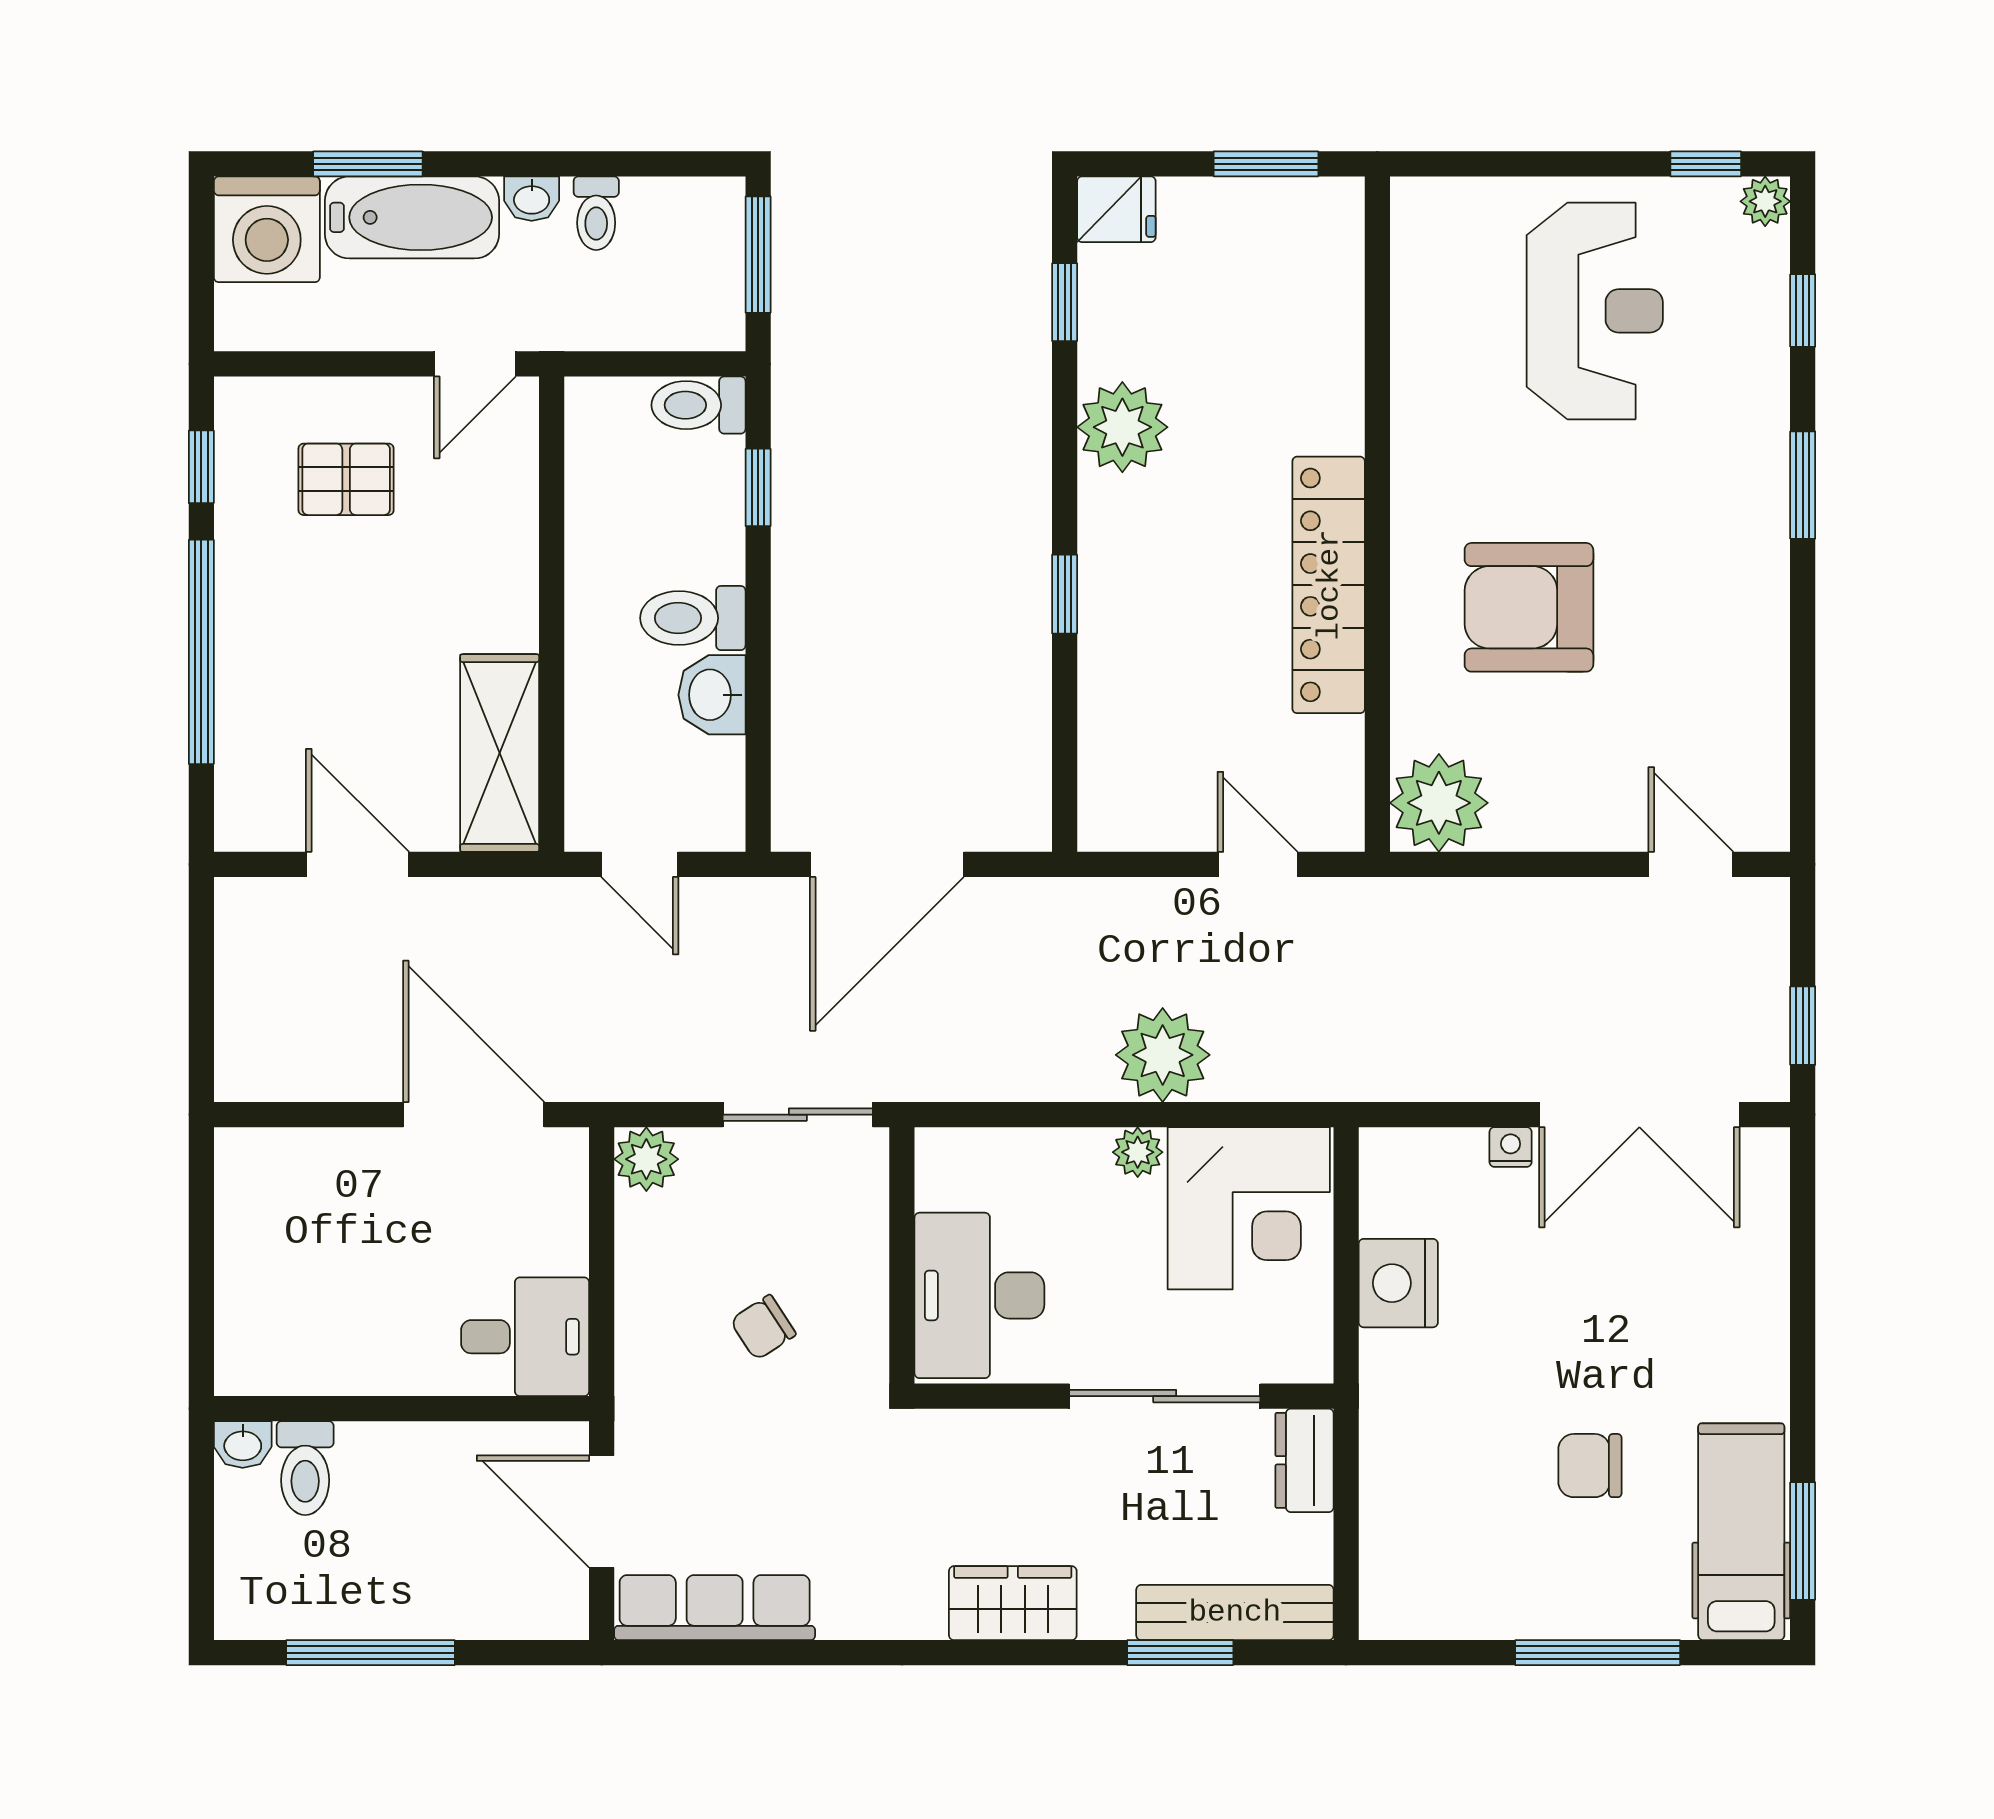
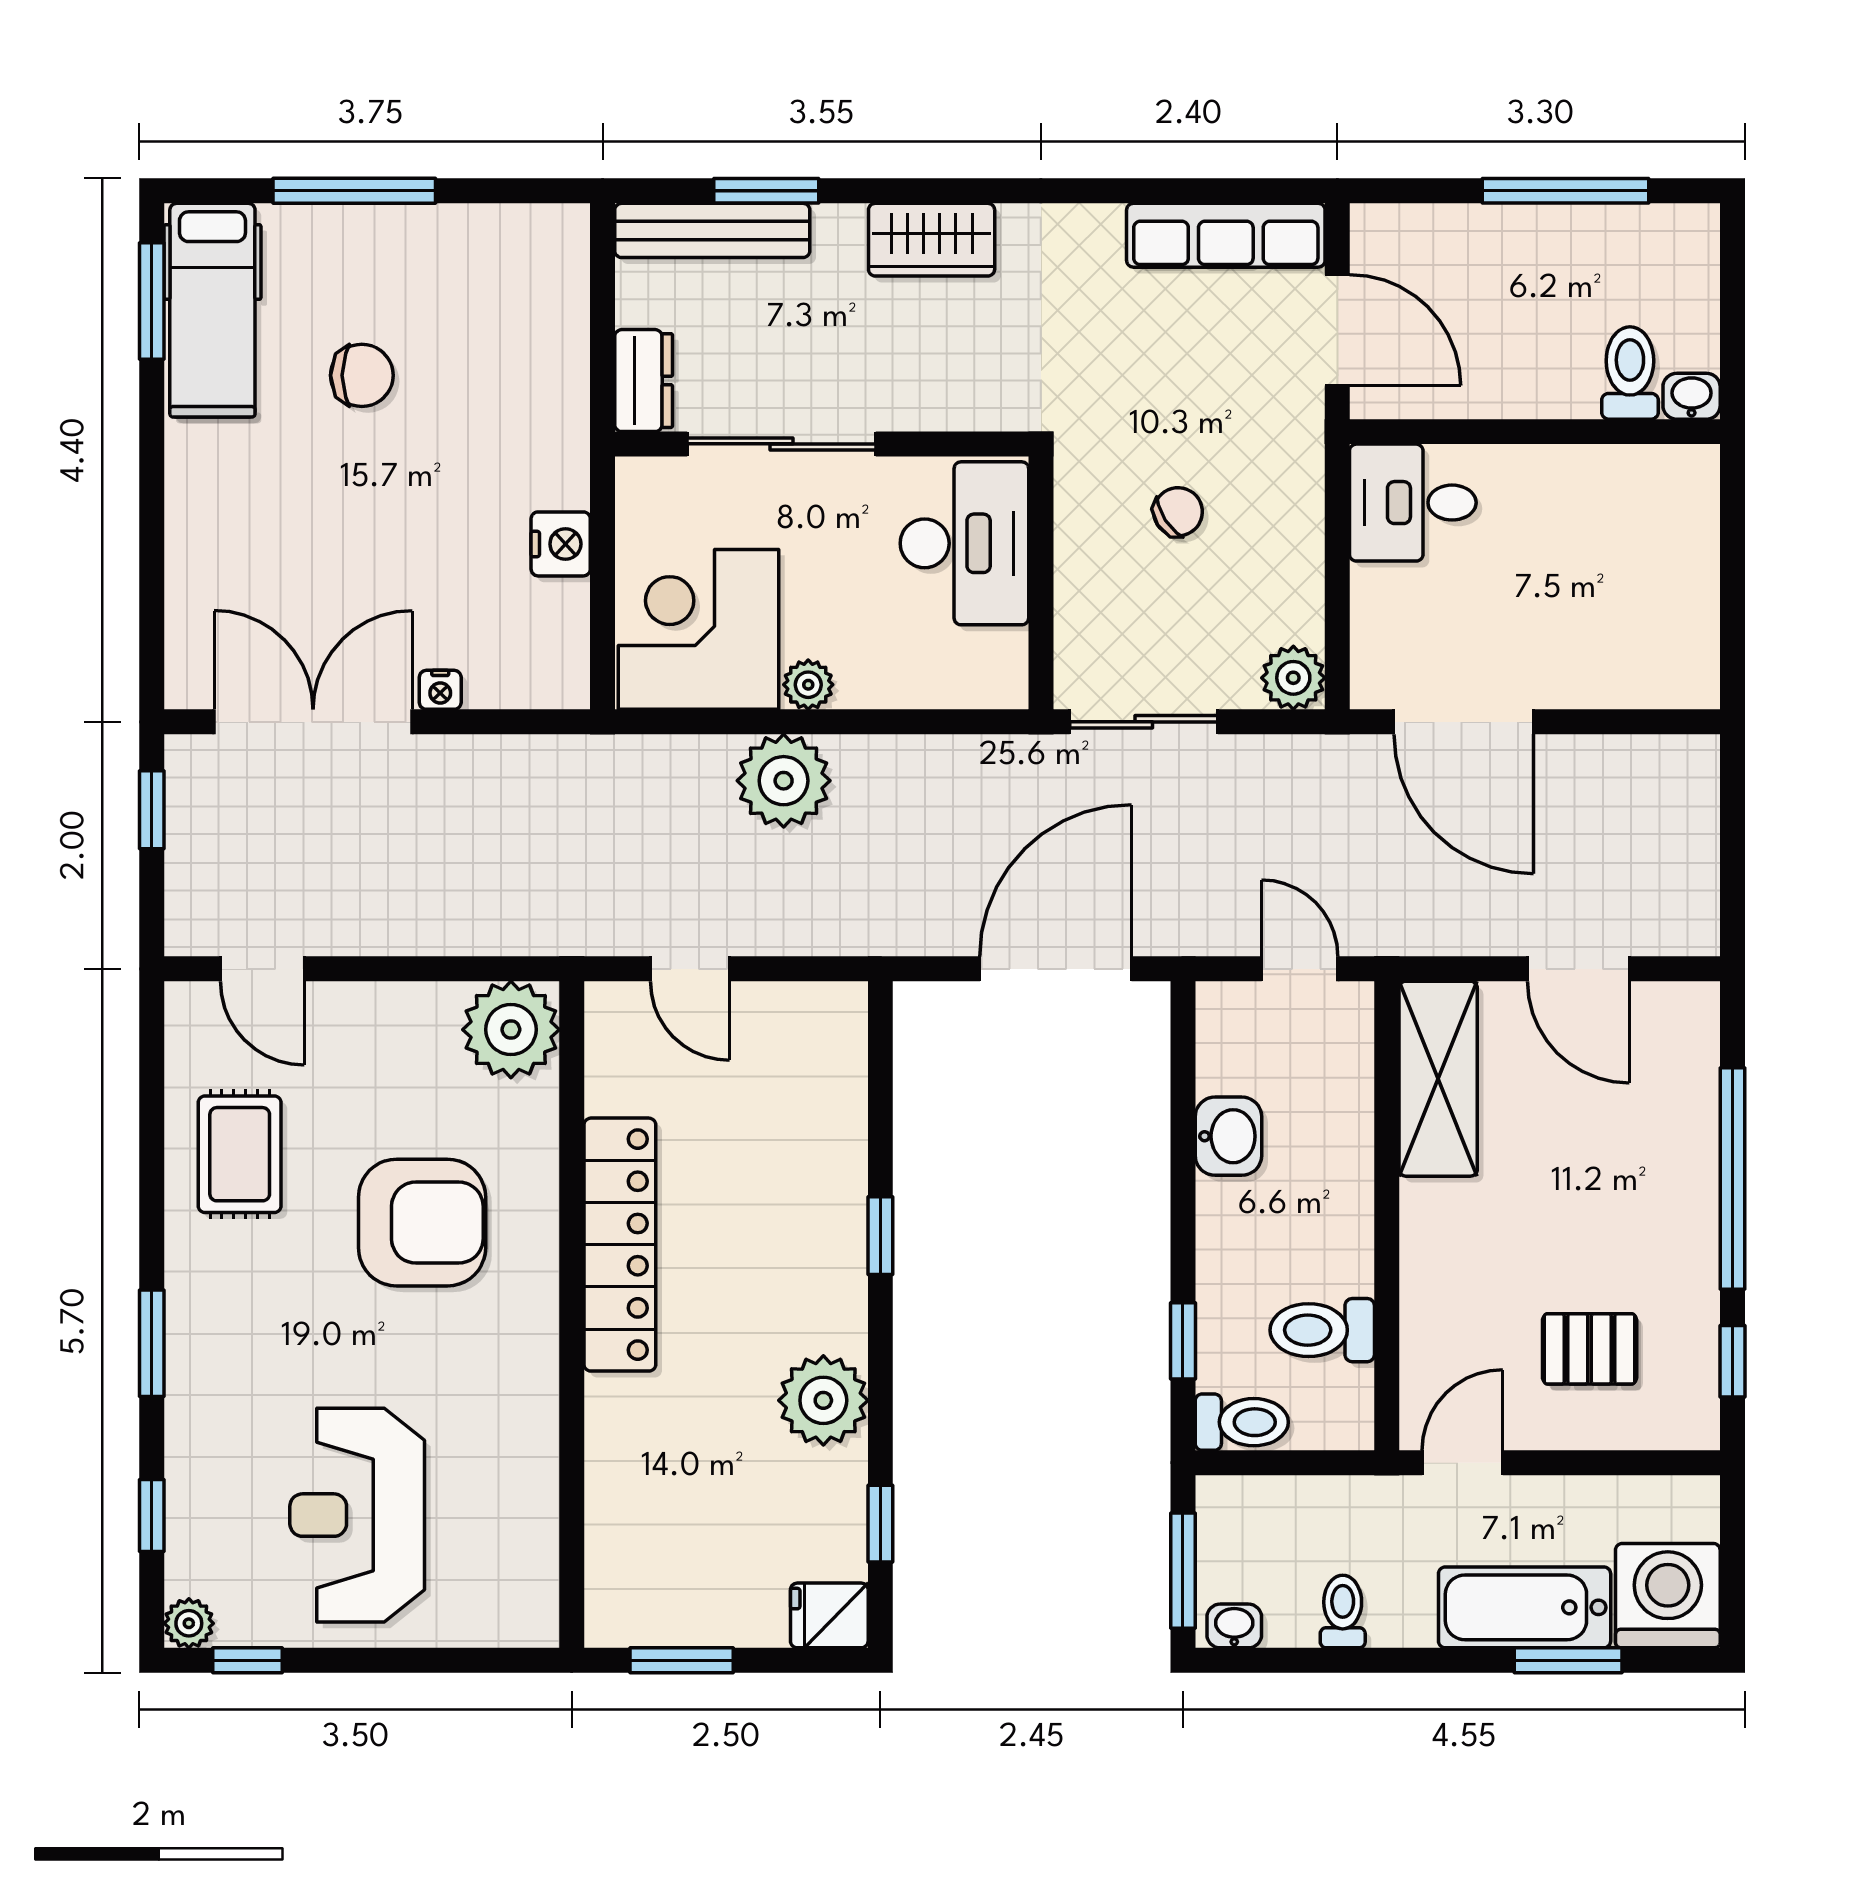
washbasin: (532, 199) -> (1234, 1626), moved
toilet: (693, 618) -> (1322, 1330), moved, turned 180
rug: (1714, 677) -> (240, 1154), added
nightstand: (1398, 1283) -> (561, 544), width x0.74, depth x0.75

